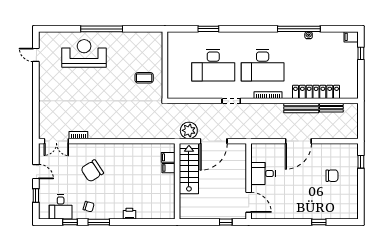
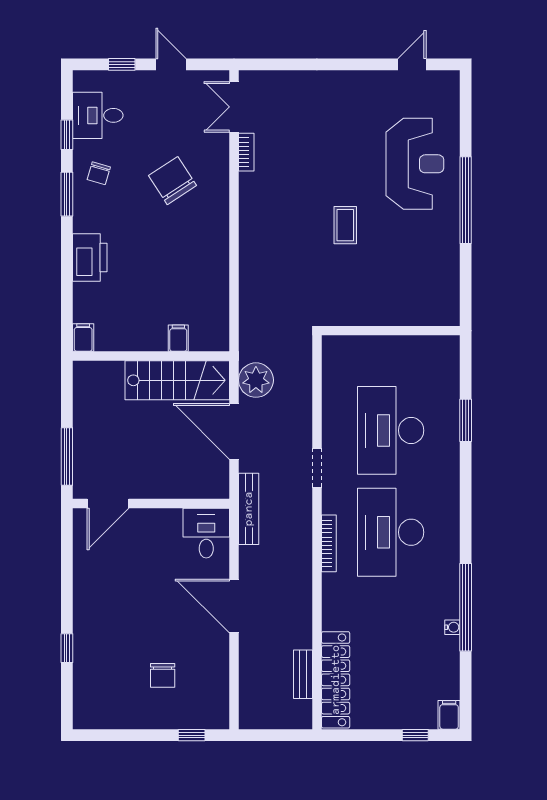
coffee table: (144, 78) -> (345, 225), moved
locker: (316, 92) -> (336, 680), moved
bench: (301, 108) -> (249, 509), moved
filing cabinet: (168, 157) -> (83, 337), moved
door: (36, 172) -> (171, 64), swing flipped
desk: (263, 173) -> (206, 533), moved
printer: (129, 214) -> (90, 257), width x1.87, depth x1.48
window: (226, 222) -> (67, 456), width x2.17

